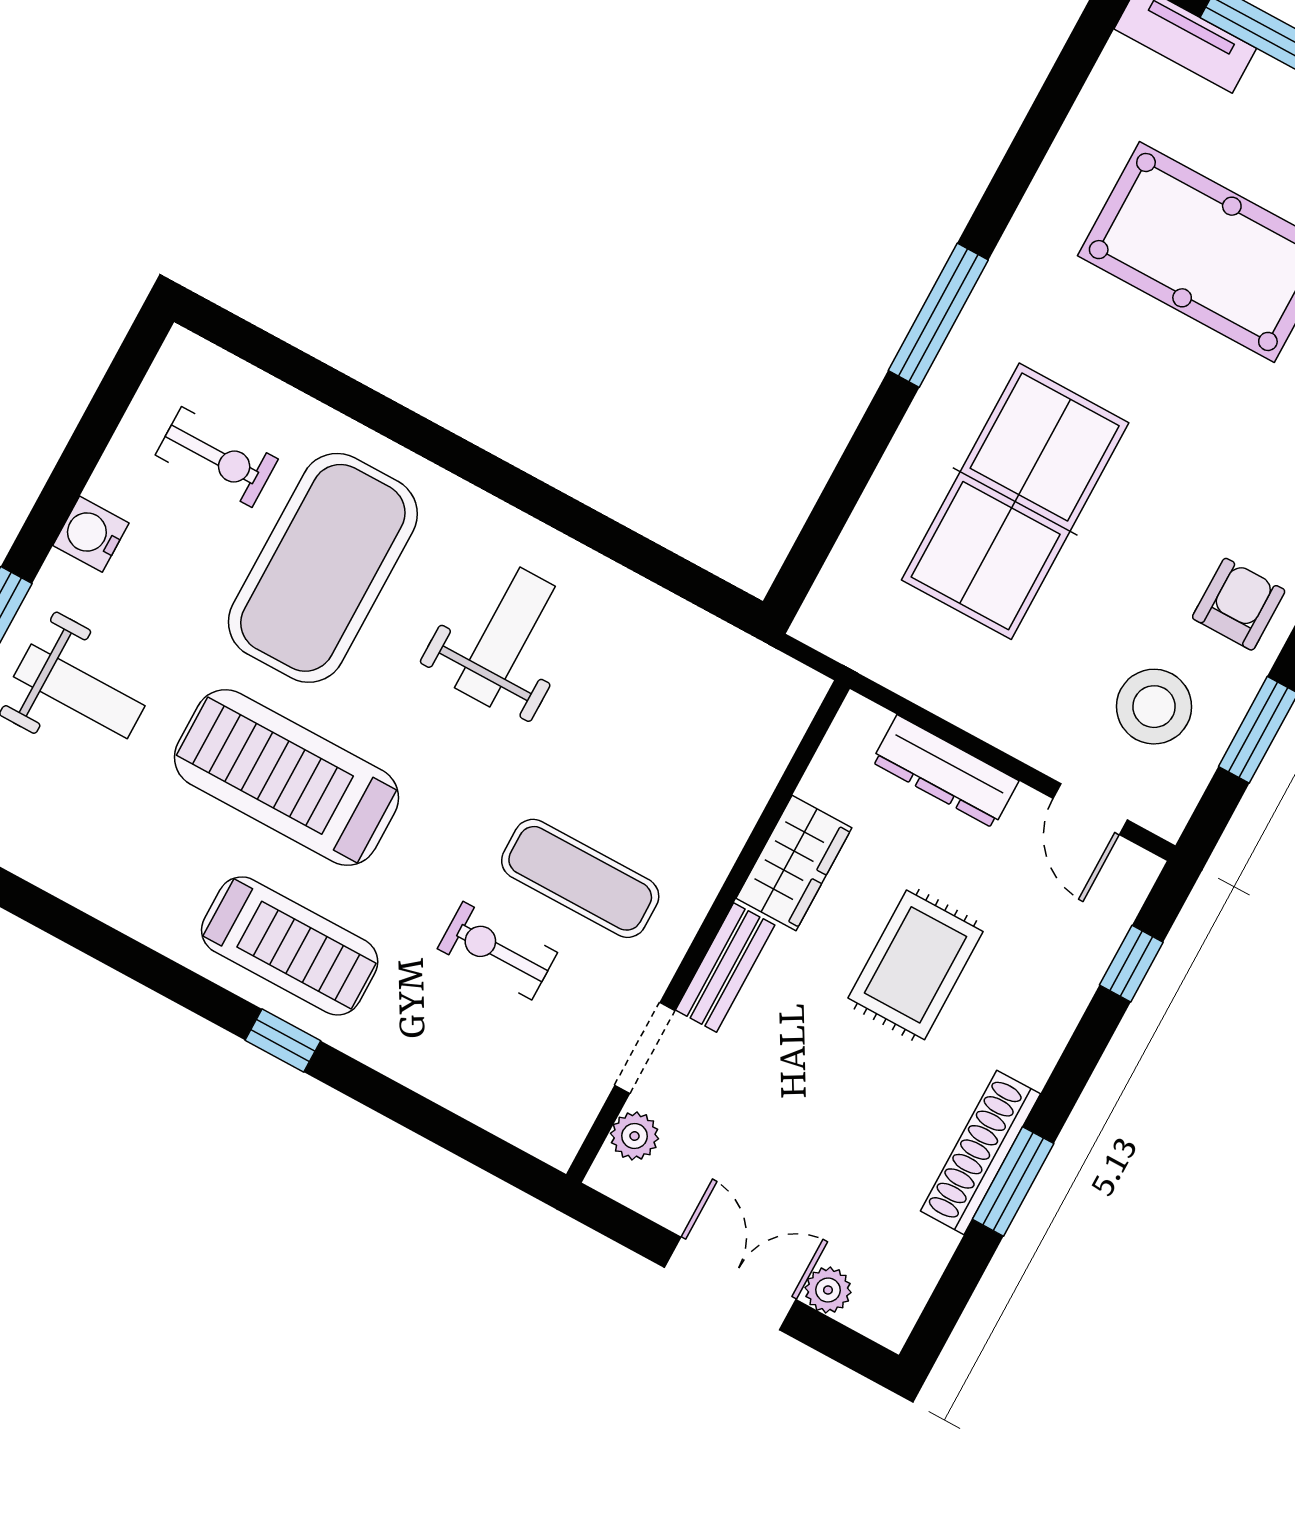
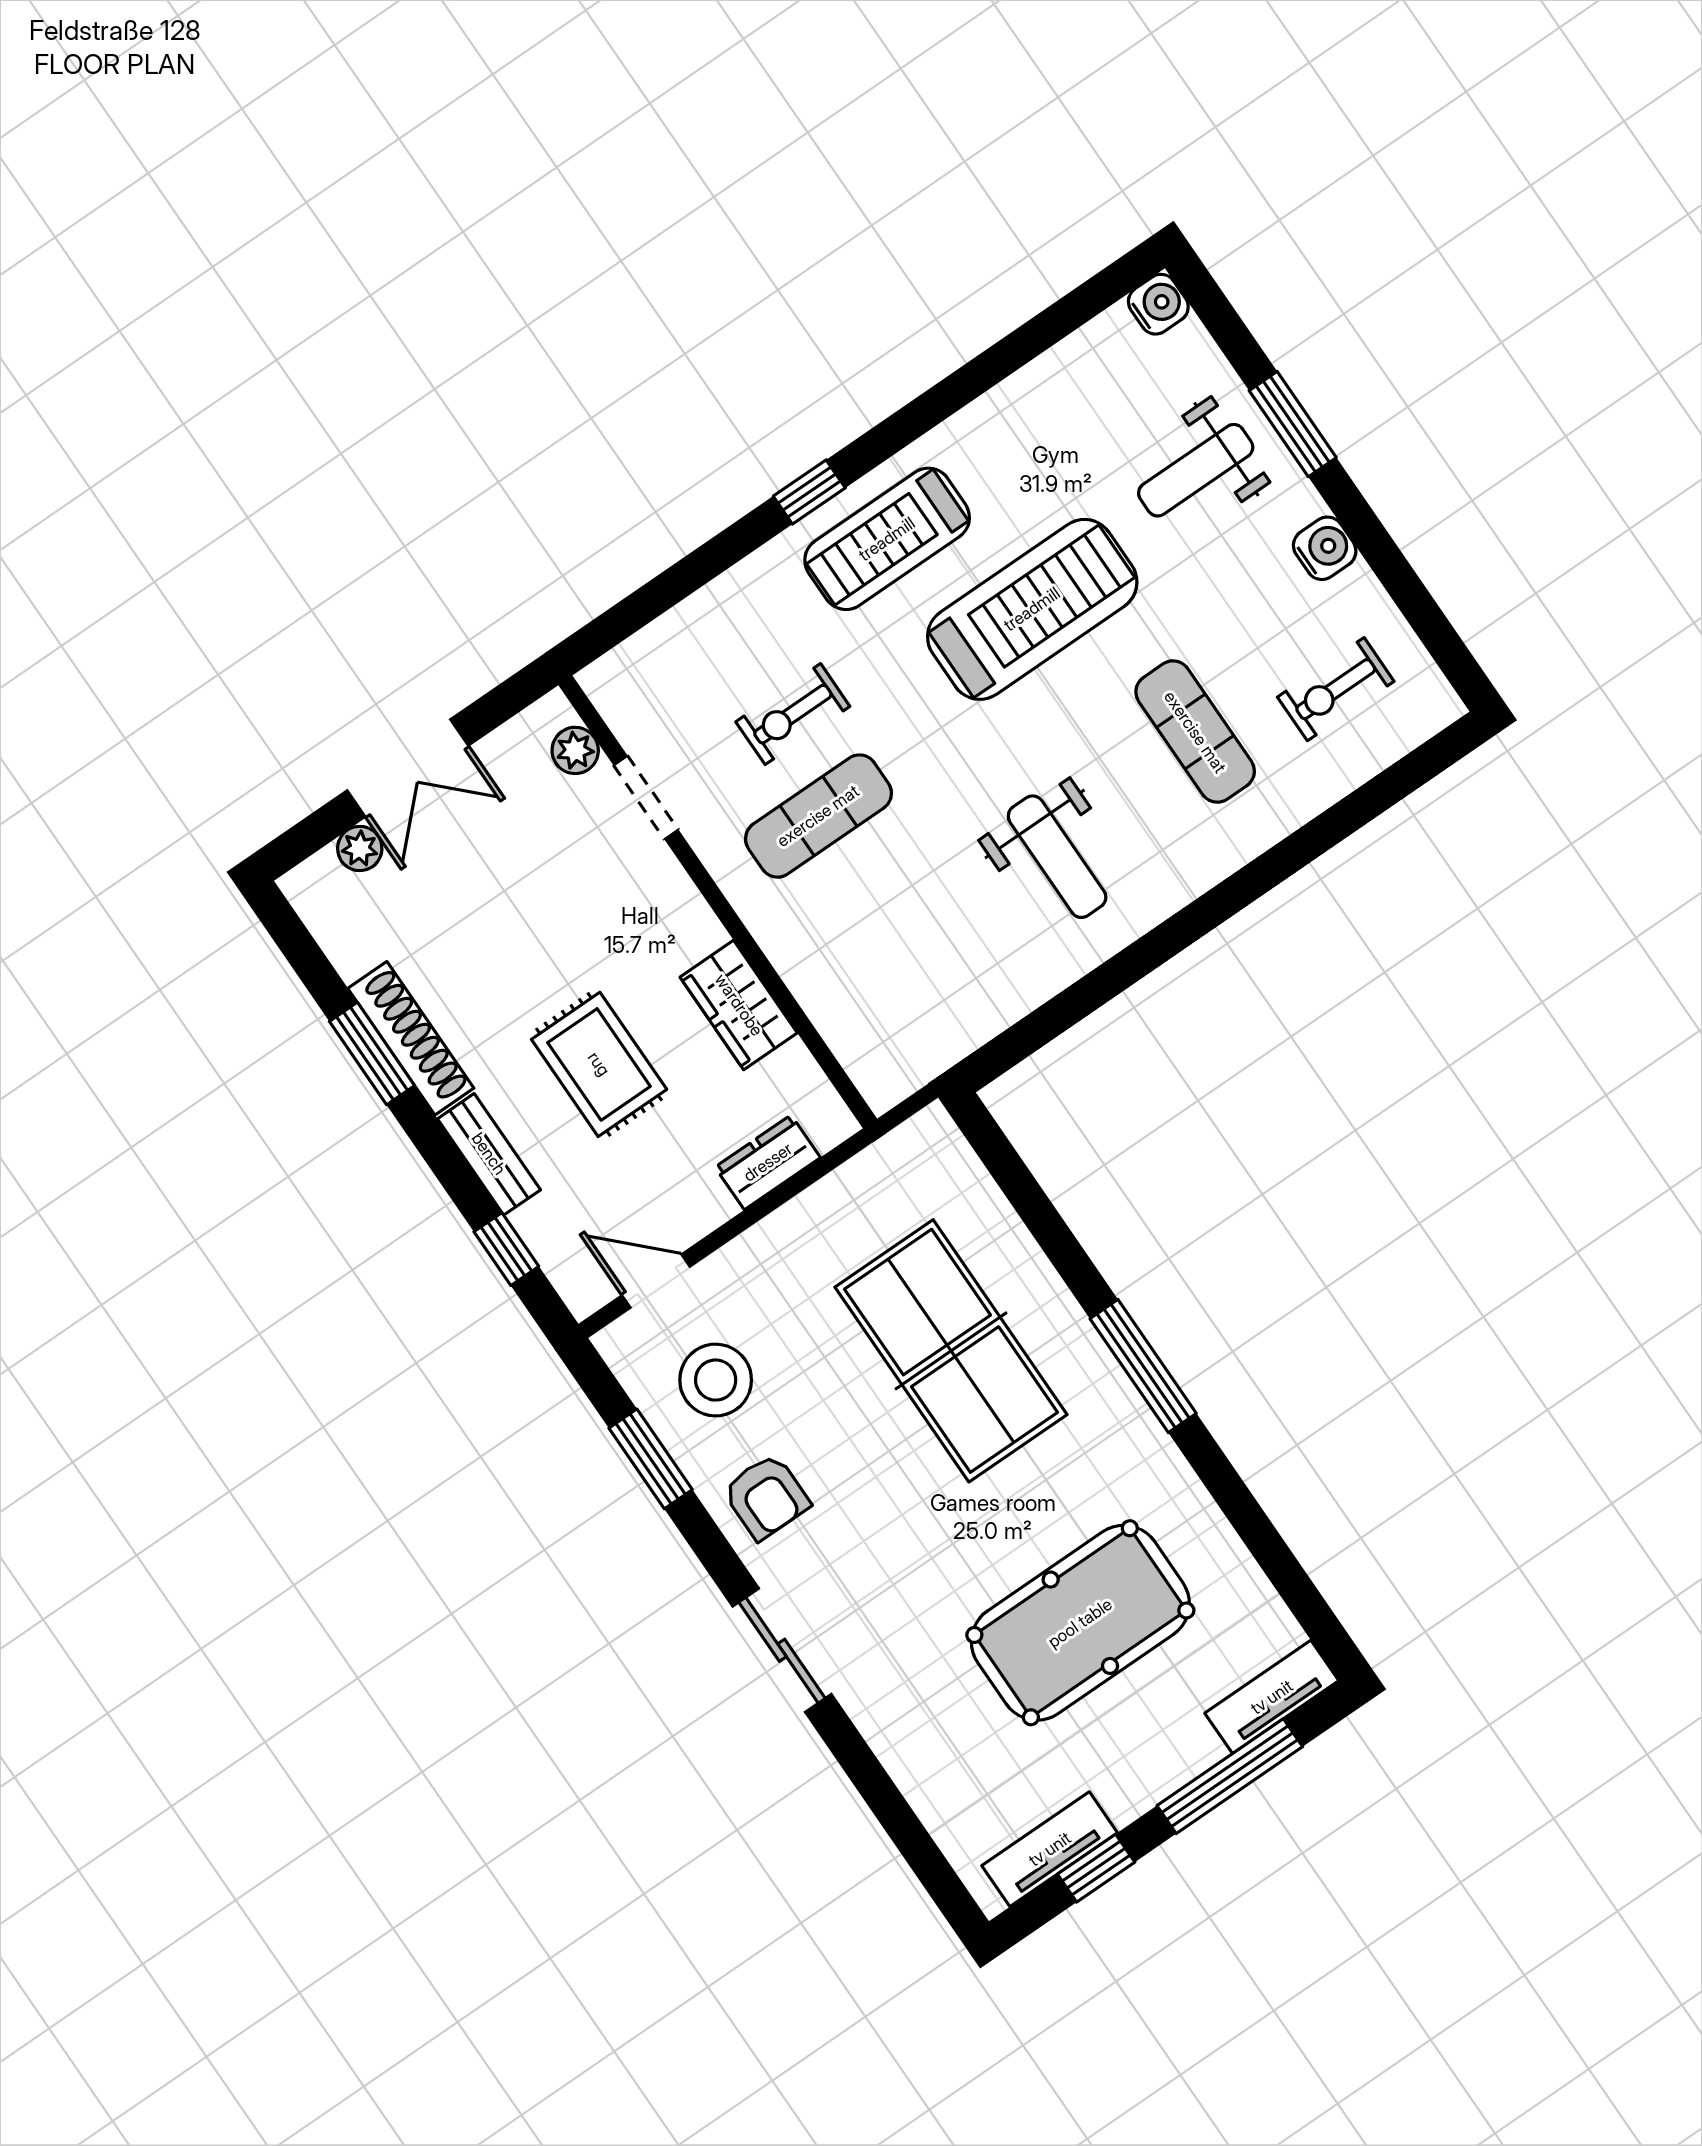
exercise mat: (323, 568) -> (1195, 732), width x0.50, depth x0.69
dresser: (945, 771) -> (768, 1162), width x0.70
exercise bike: (497, 951) -> (793, 714), turned 180
bench: (725, 967) -> (489, 1154), moved

